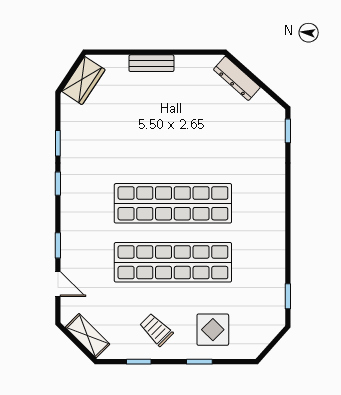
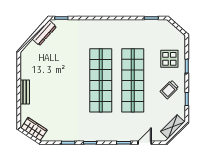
dresser: (237, 78) -> (44, 33), moved

